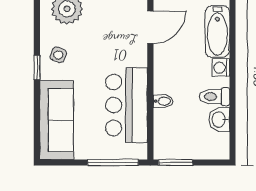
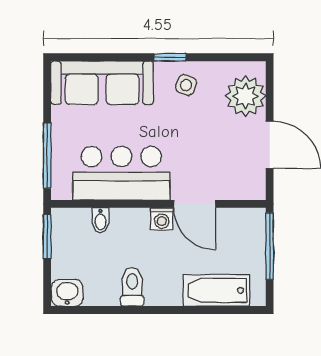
door: (150, 27) -> (195, 204), moved
washing machine: (221, 68) -> (162, 219), moved, turned 180
bidet: (163, 101) -> (101, 220), moved
washbasin: (219, 120) -> (67, 293), moved

